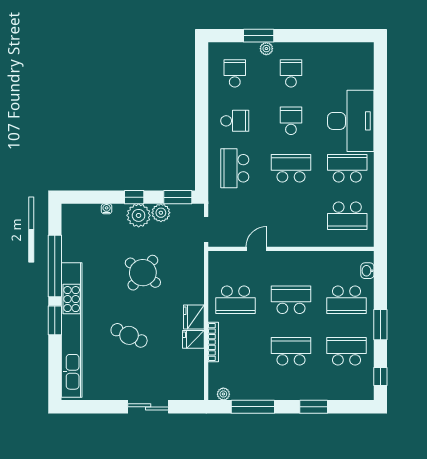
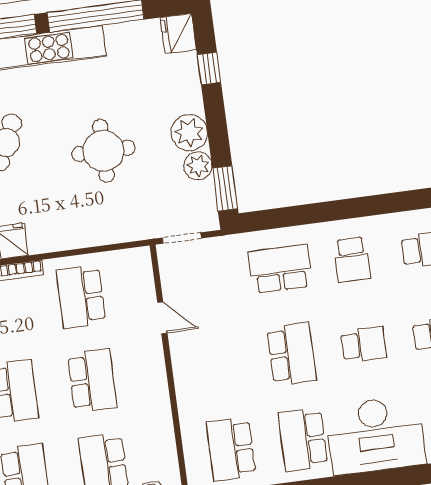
school desk: (347, 168) -> (303, 439), turned 180
window: (134, 197) -> (209, 68), moved
water cooler: (107, 209) -> (193, 83), removed
round table: (143, 273) -> (103, 151), turned -38
fridge: (194, 317) -> (178, 34), moved, turned -90

